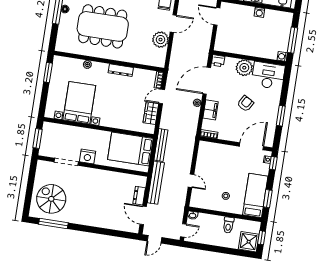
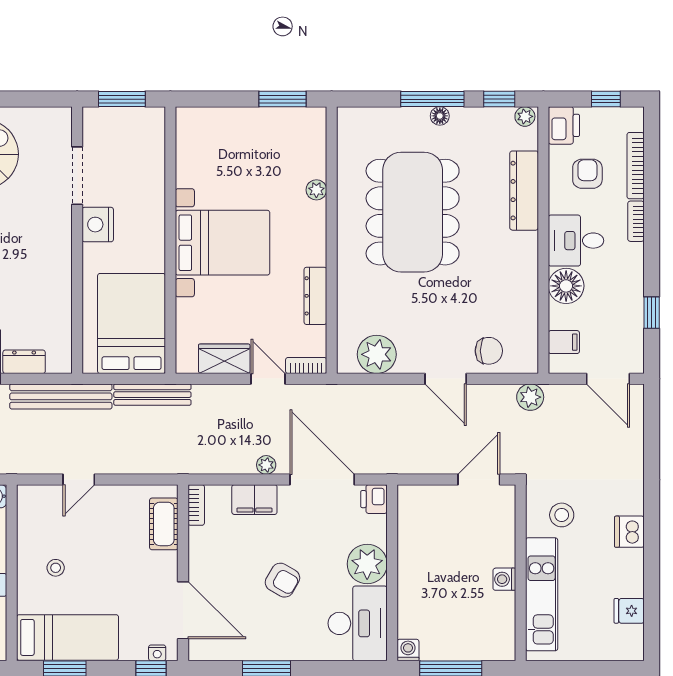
plant: (160, 40) -> (377, 354), moved
dresser: (121, 70) -> (315, 296), moved
bed with nightstands: (79, 103) -> (223, 243), moved
cot: (215, 149) -> (164, 524), added

